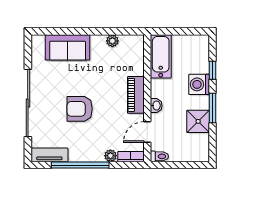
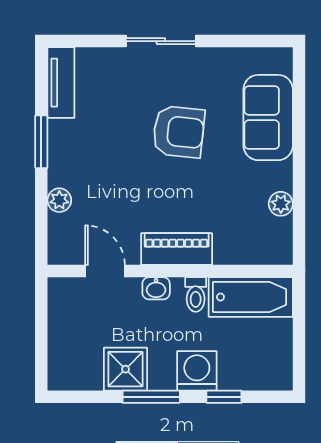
sliding door: (28, 103) -> (161, 41), width x0.54
armchair: (80, 109) -> (179, 132), moved, turned 96
toilet: (159, 156) -> (196, 294), moved
bookcase: (131, 157) -> (58, 240), removed
window: (80, 165) -> (41, 142), width x0.47

